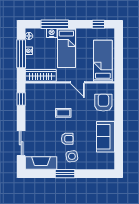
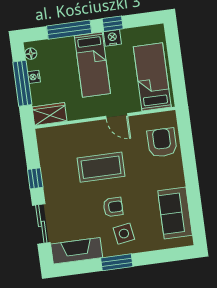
window: (98, 24) -> (113, 24), moved
nightstand: (52, 33) -> (112, 38), moved
wardrobe: (41, 75) -> (50, 114), width x0.67
window: (21, 99) -> (35, 178), moved
coffee table: (63, 113) -> (101, 167), width x1.86, depth x1.72
sofa: (106, 137) -> (175, 213), moved

